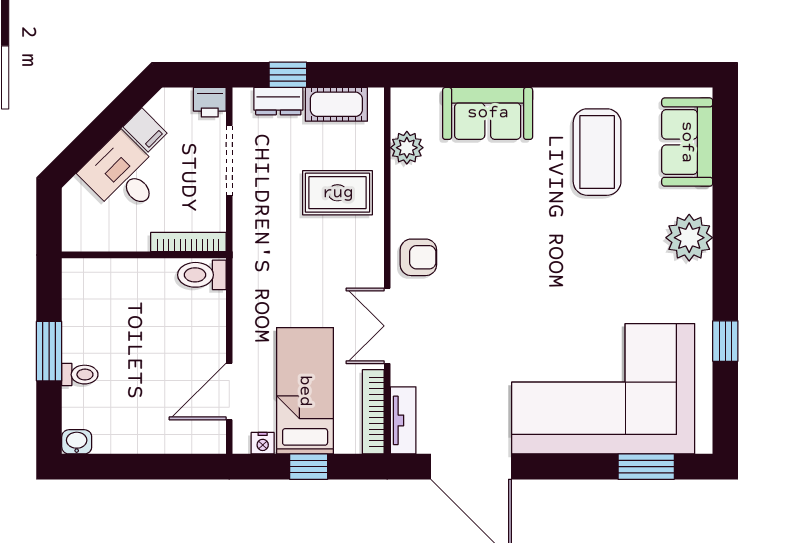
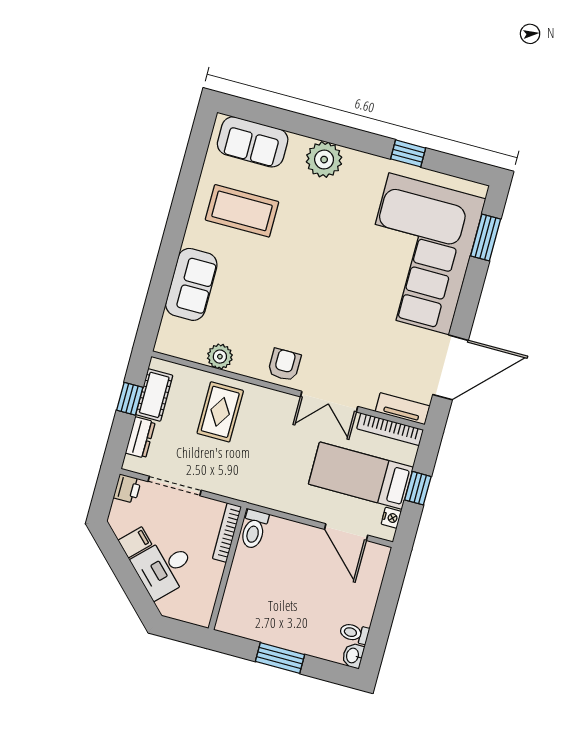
window: (288, 75) -> (130, 399), moved
plant: (407, 148) -> (220, 357), moved
toilet: (80, 375) -> (354, 633), moved, turned -90

